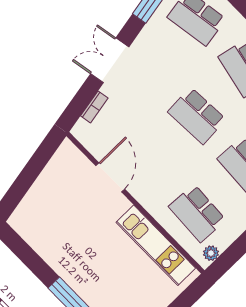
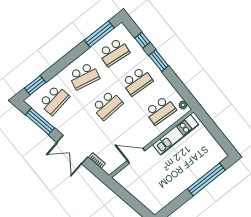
double door: (110, 60) -> (72, 150), width x1.37

